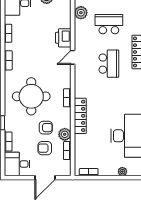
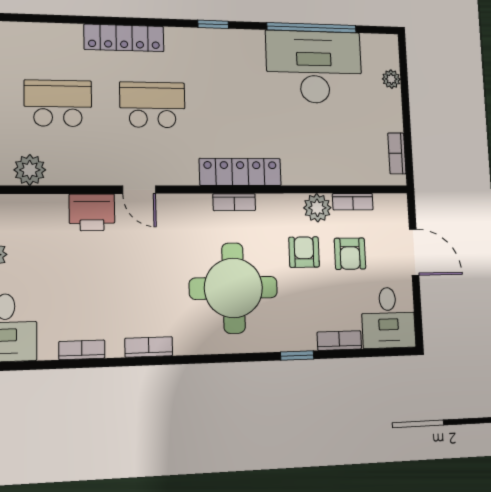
school desk: (109, 24) -> (58, 103), turned 90
locker: (80, 116) -> (240, 172), moved

